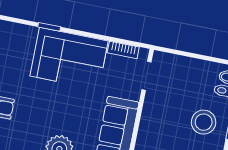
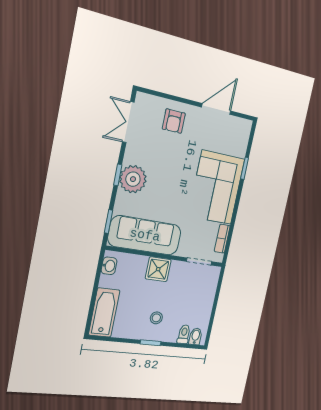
shower: (152, 121) -> (158, 269), added
stool: (204, 122) -> (156, 318), width x0.53, depth x0.53

